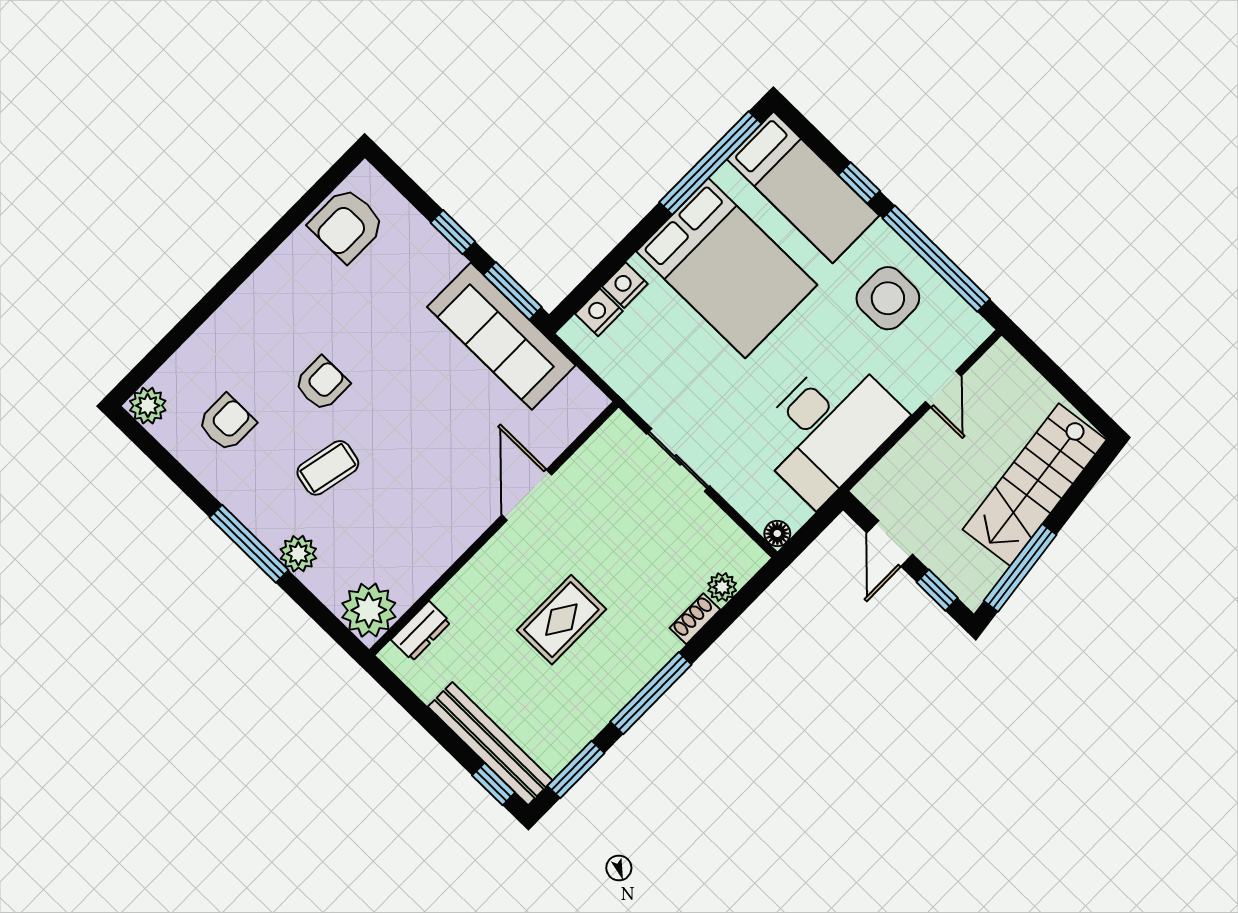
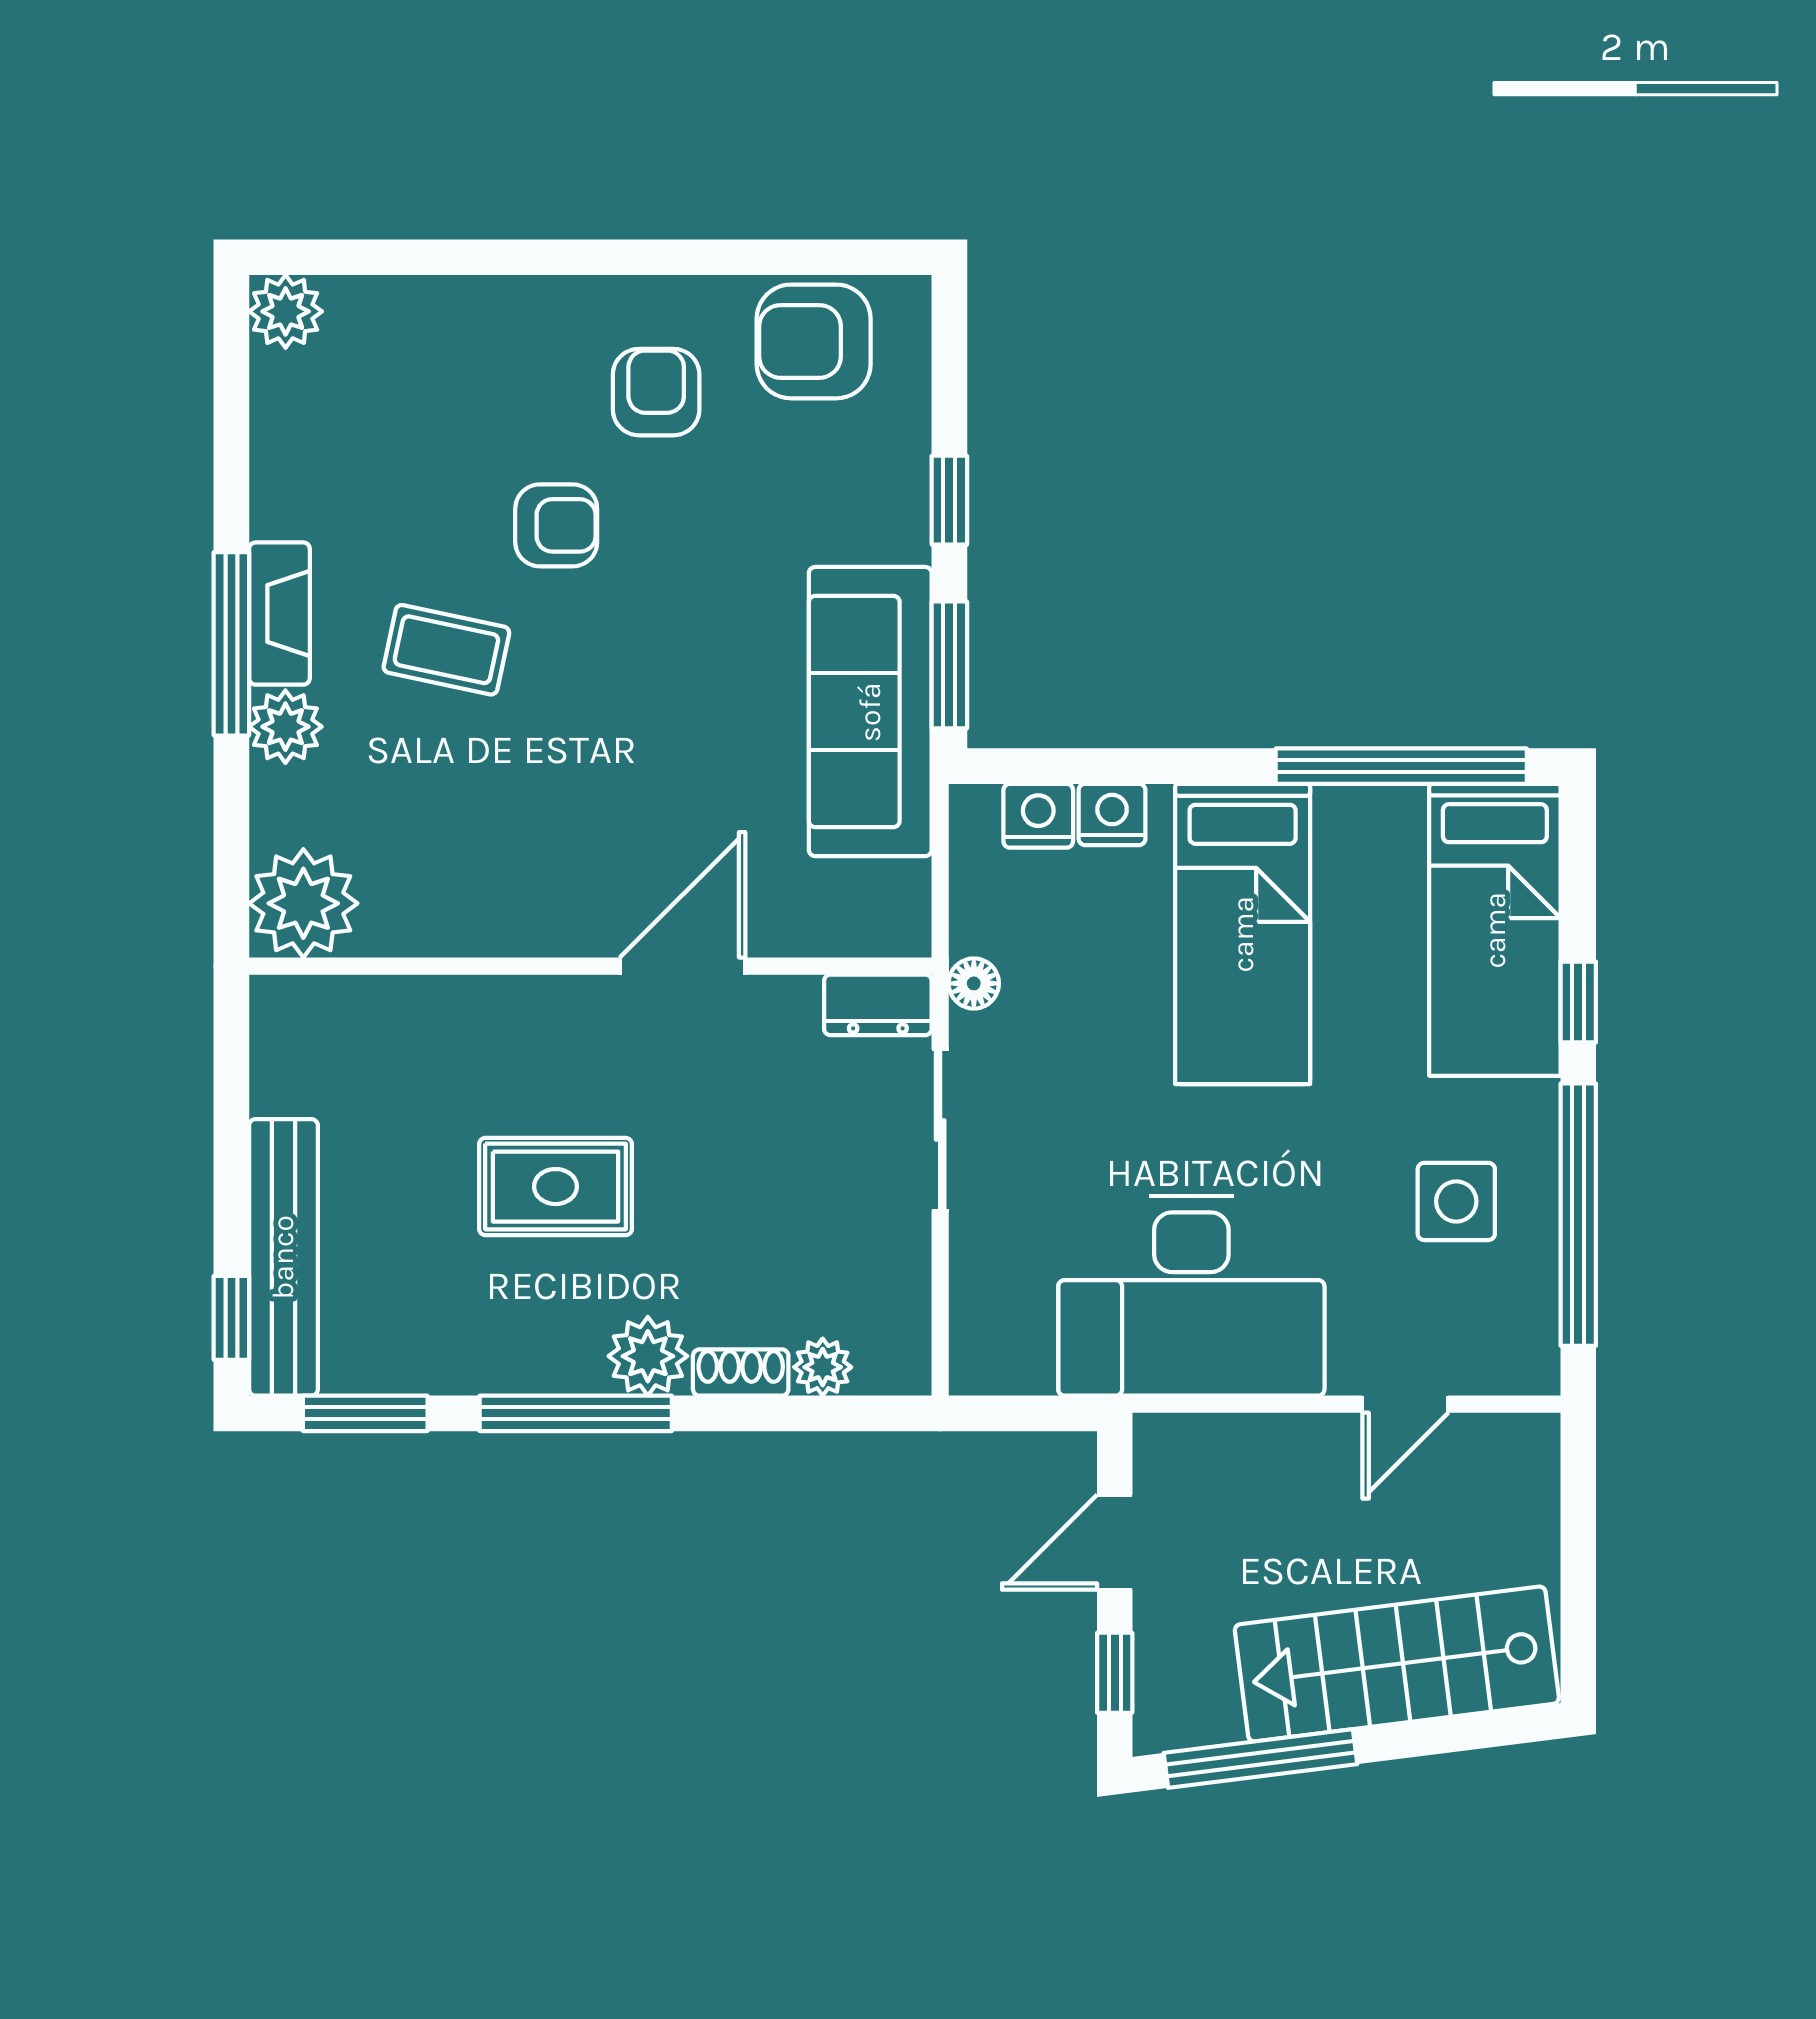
bed: (727, 268) -> (1243, 934), width x0.67
side table: (888, 298) -> (1456, 1201), width x0.73, depth x0.73
armchair: (227, 423) -> (656, 392), moved, turned -90
fireplace: (255, 516) -> (279, 614), added
floor lamp: (777, 533) -> (974, 983), moved
dresser: (421, 631) -> (878, 1005), moved
plant: (656, 647) -> (648, 1356), added

